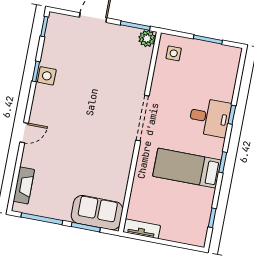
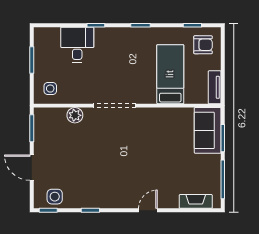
plant: (147, 39) -> (75, 115), moved
side table: (47, 76) -> (55, 197), moved
desk: (210, 117) -> (77, 45), moved
door: (24, 133) -> (148, 210), hinge flipped
bed: (187, 168) -> (170, 74), moved, turned 180
armchair: (189, 225) -> (203, 45), added

